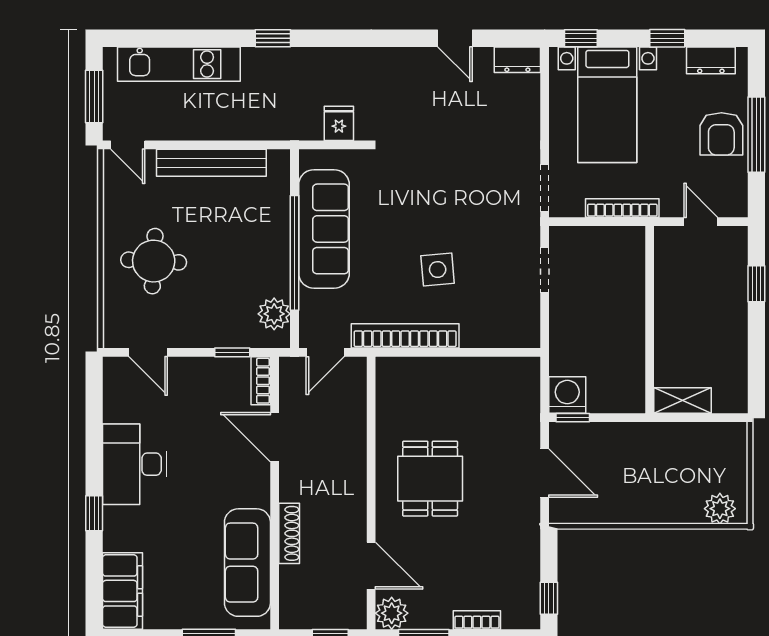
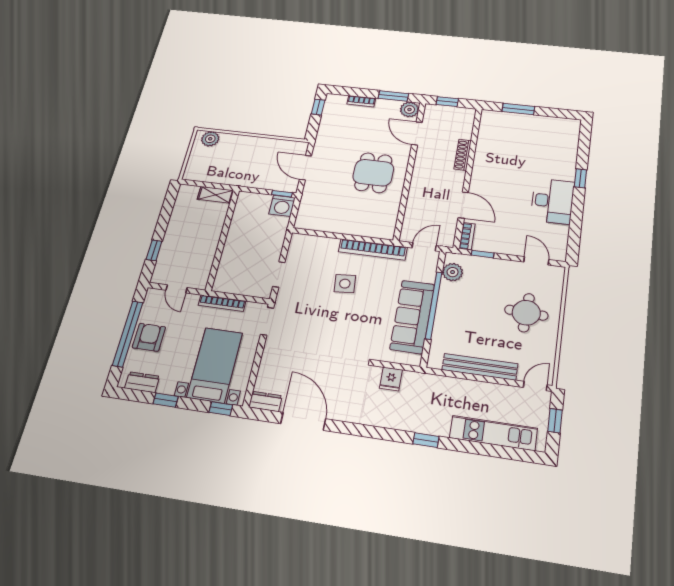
door: (455, 38) -> (303, 421), width x1.87
window: (94, 96) -> (555, 421), width x0.67
window: (756, 135) -> (128, 334), width x1.46
door: (128, 145) -> (535, 386), hinge flipped
sofa: (247, 563) -> (490, 143), removed
filing cabinet: (123, 591) -> (567, 137), removed

